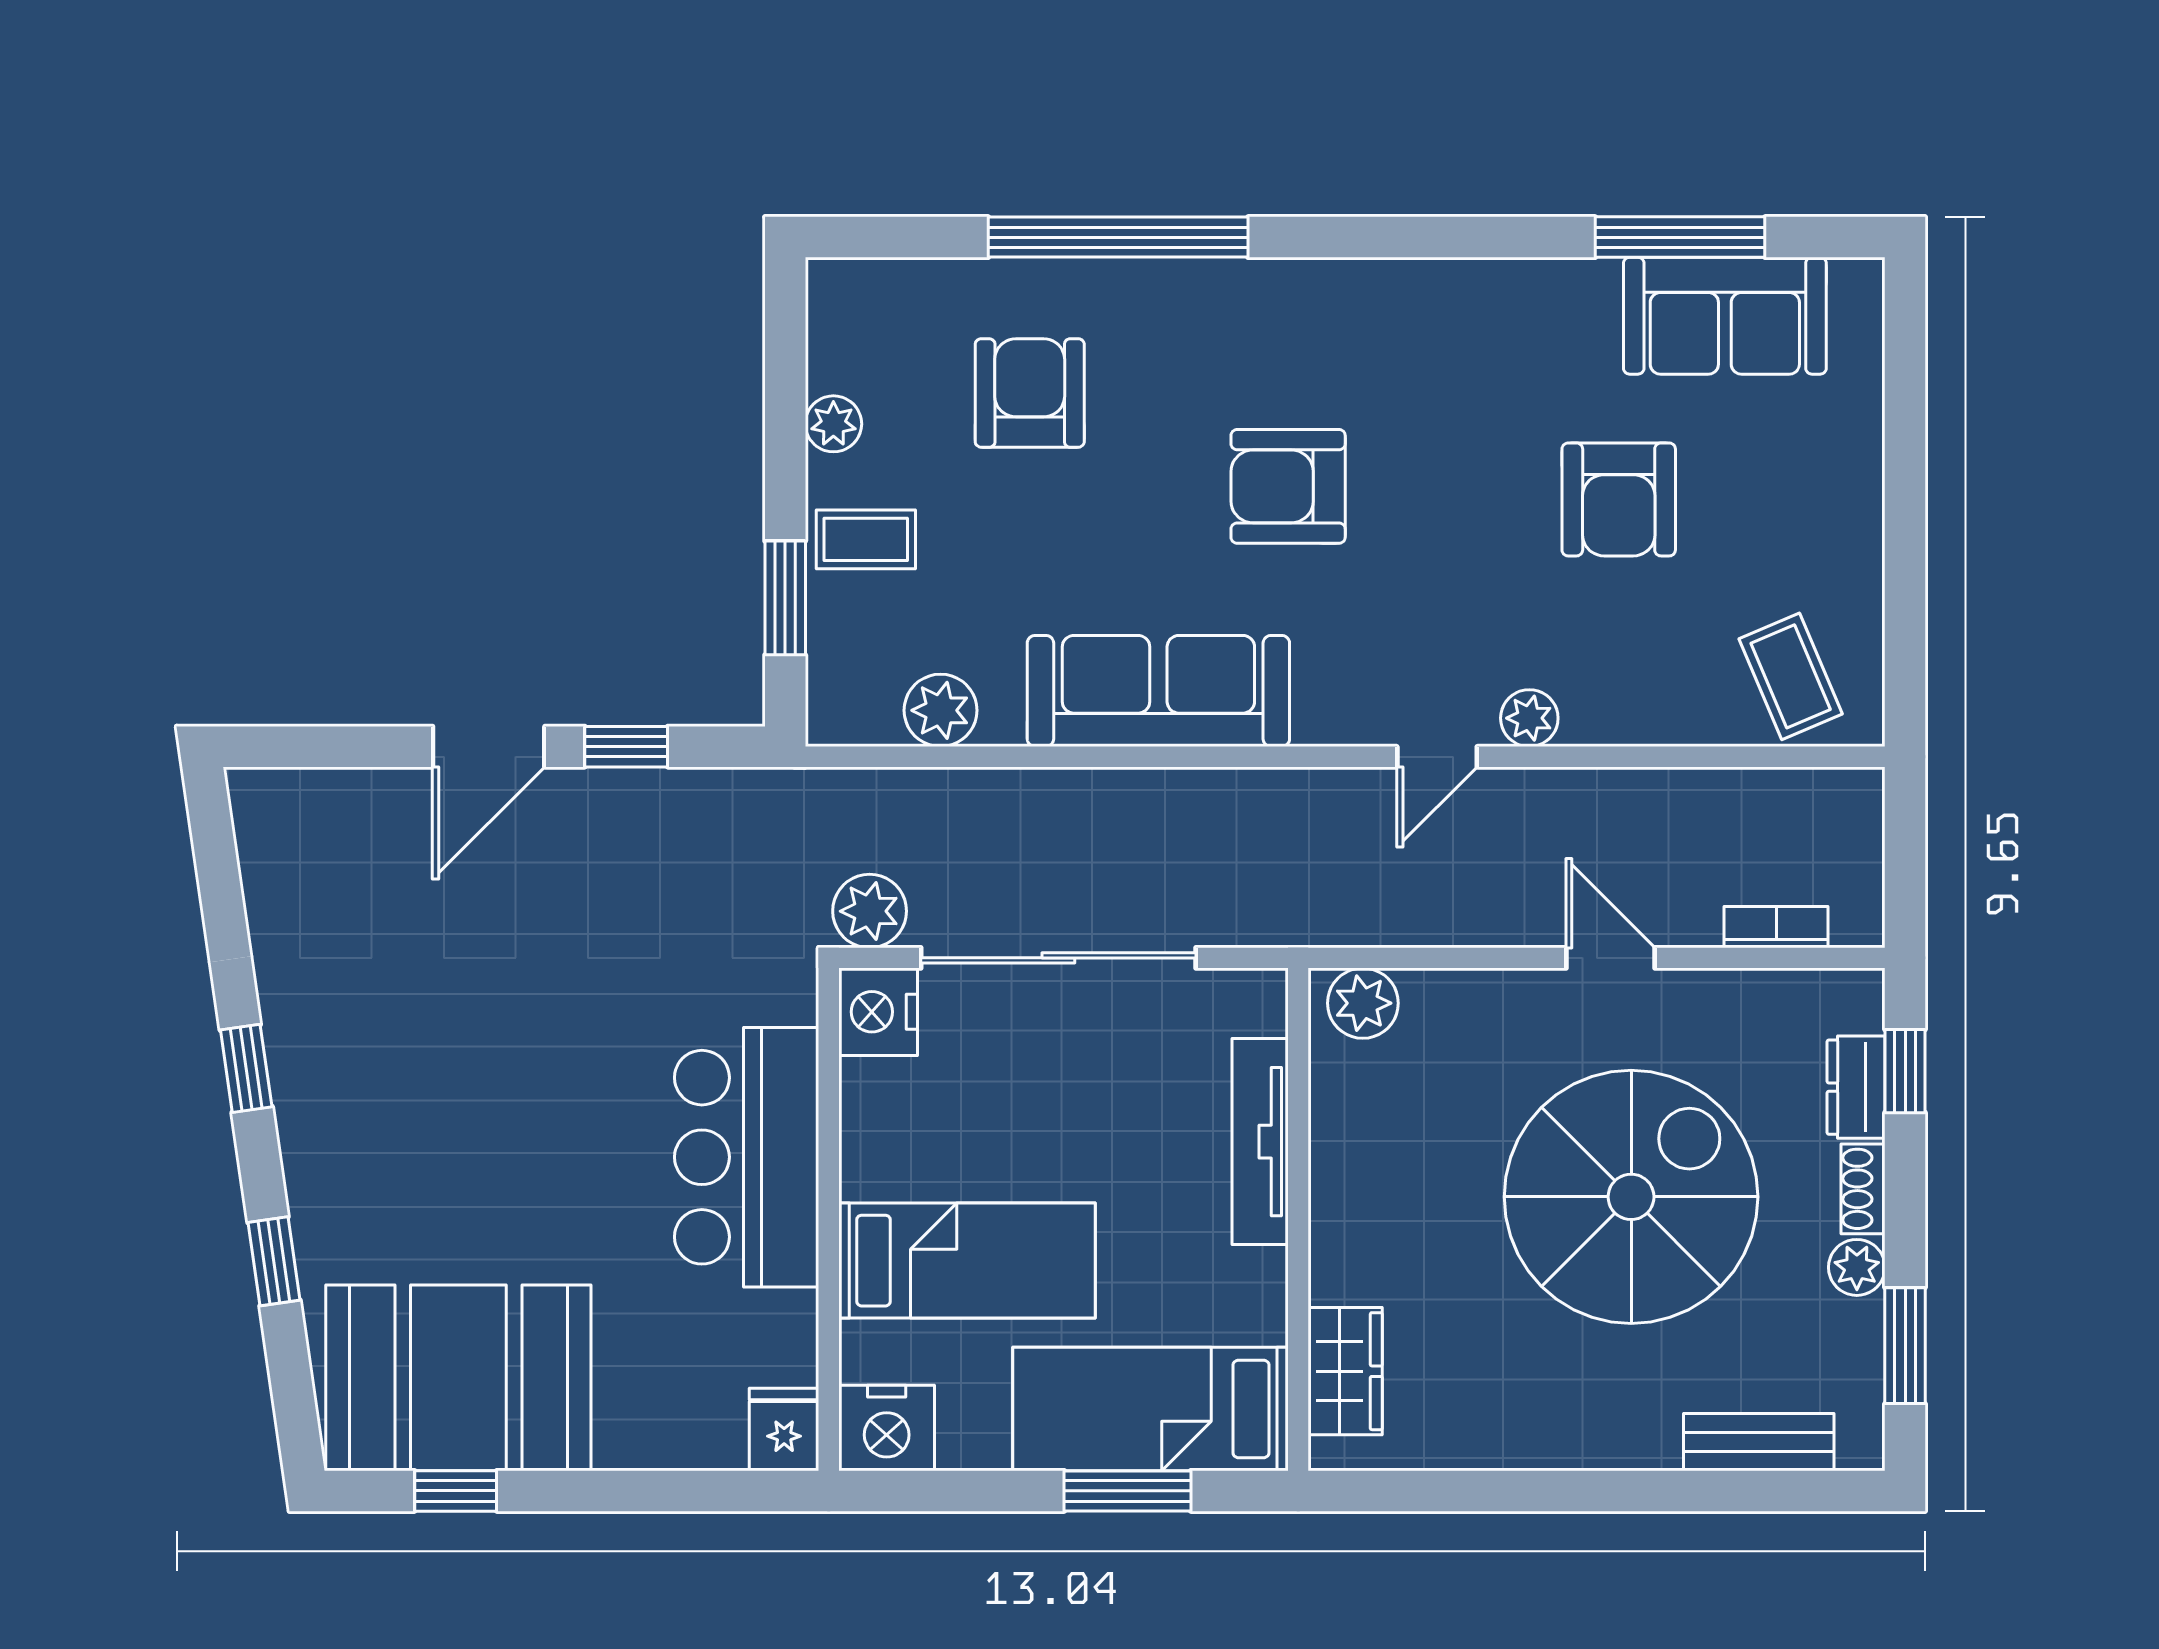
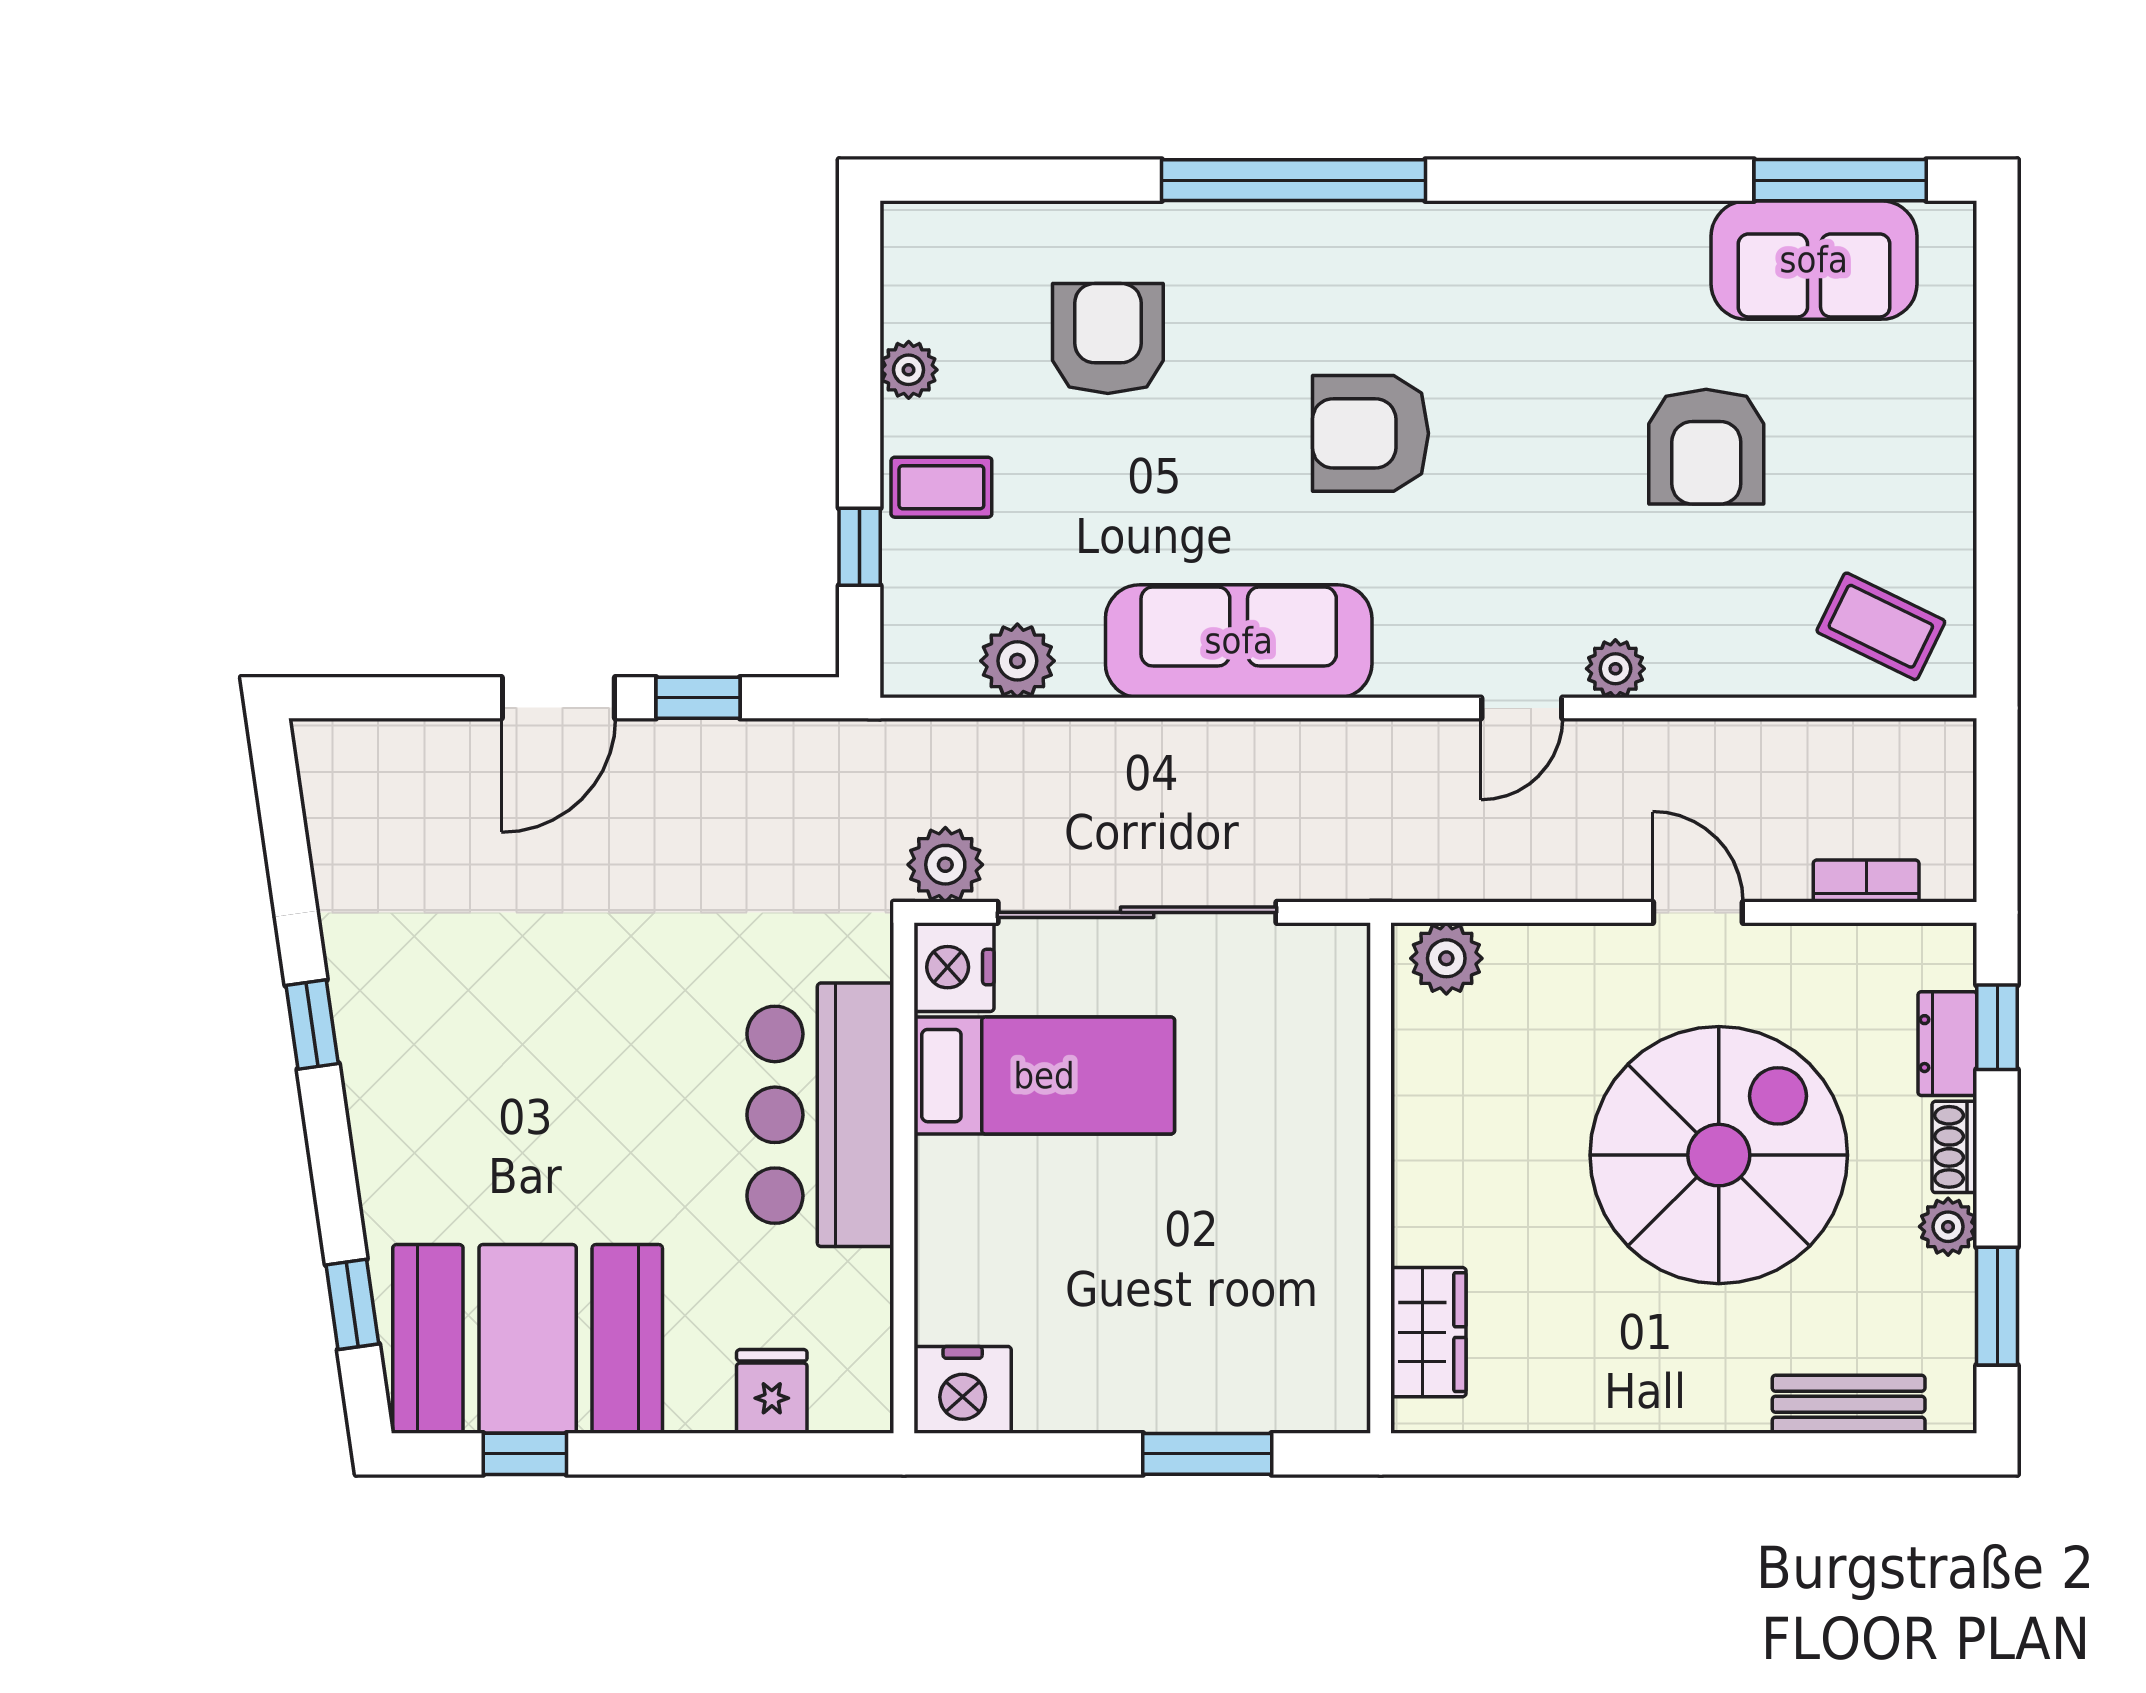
window: (1118, 237) -> (1294, 180), moved
window: (1680, 237) -> (1840, 180), moved
window: (785, 598) -> (860, 547), width x0.67
coffee table: (1791, 676) -> (1881, 626), turned -41
tv unit: (1260, 1142) -> (1342, 1099), removed
window: (274, 1261) -> (352, 1304), moved
bed: (967, 1261) -> (1044, 1076), moved
bed: (1151, 1409) -> (1231, 1370), removed
fridge: (784, 1430) -> (772, 1391), moved

